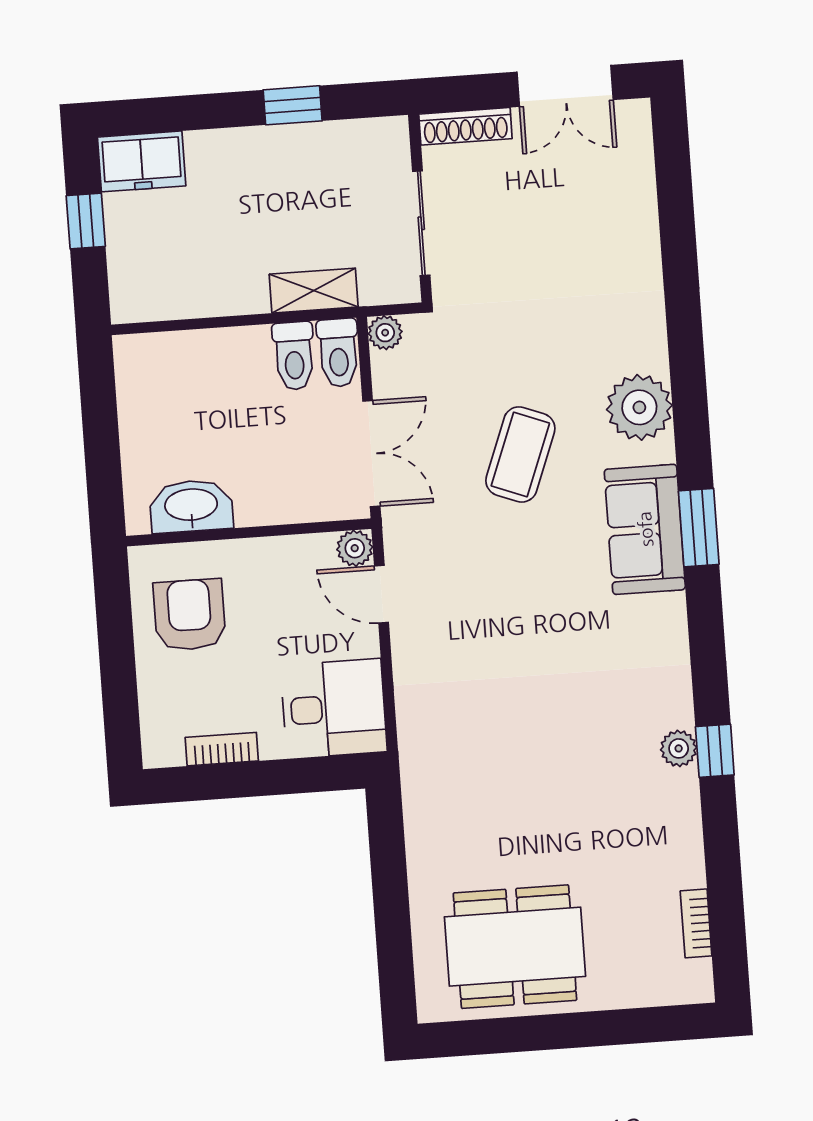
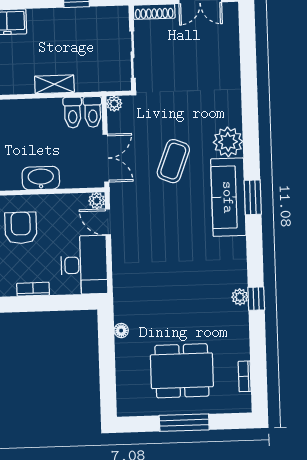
shelving: (314, 291) -> (54, 84), moved
washbasin: (191, 506) -> (41, 178), moved
sofa: (645, 529) -> (228, 197), width x1.36
desk: (334, 709) -> (84, 265), width x1.37
floor lamp: (420, 833) -> (121, 331), added
dining table: (515, 947) -> (182, 371), moved
window: (566, 1031) -> (184, 423), added

